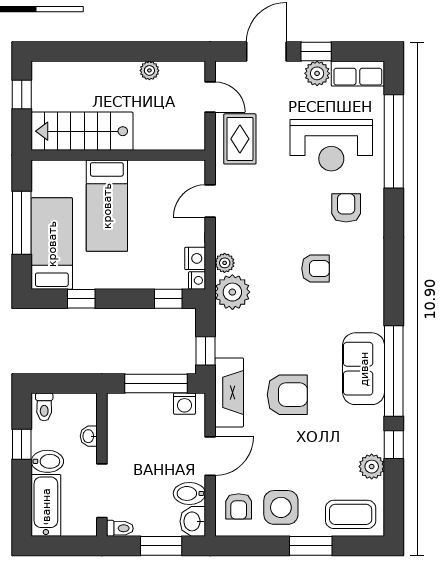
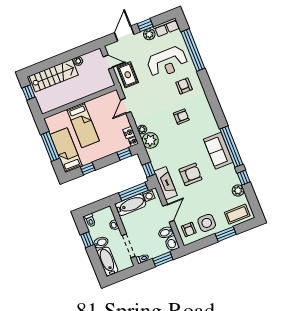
stairs: (82, 131) -> (54, 76), moved, turned 180
bathtub: (139, 408) -> (130, 205), added

